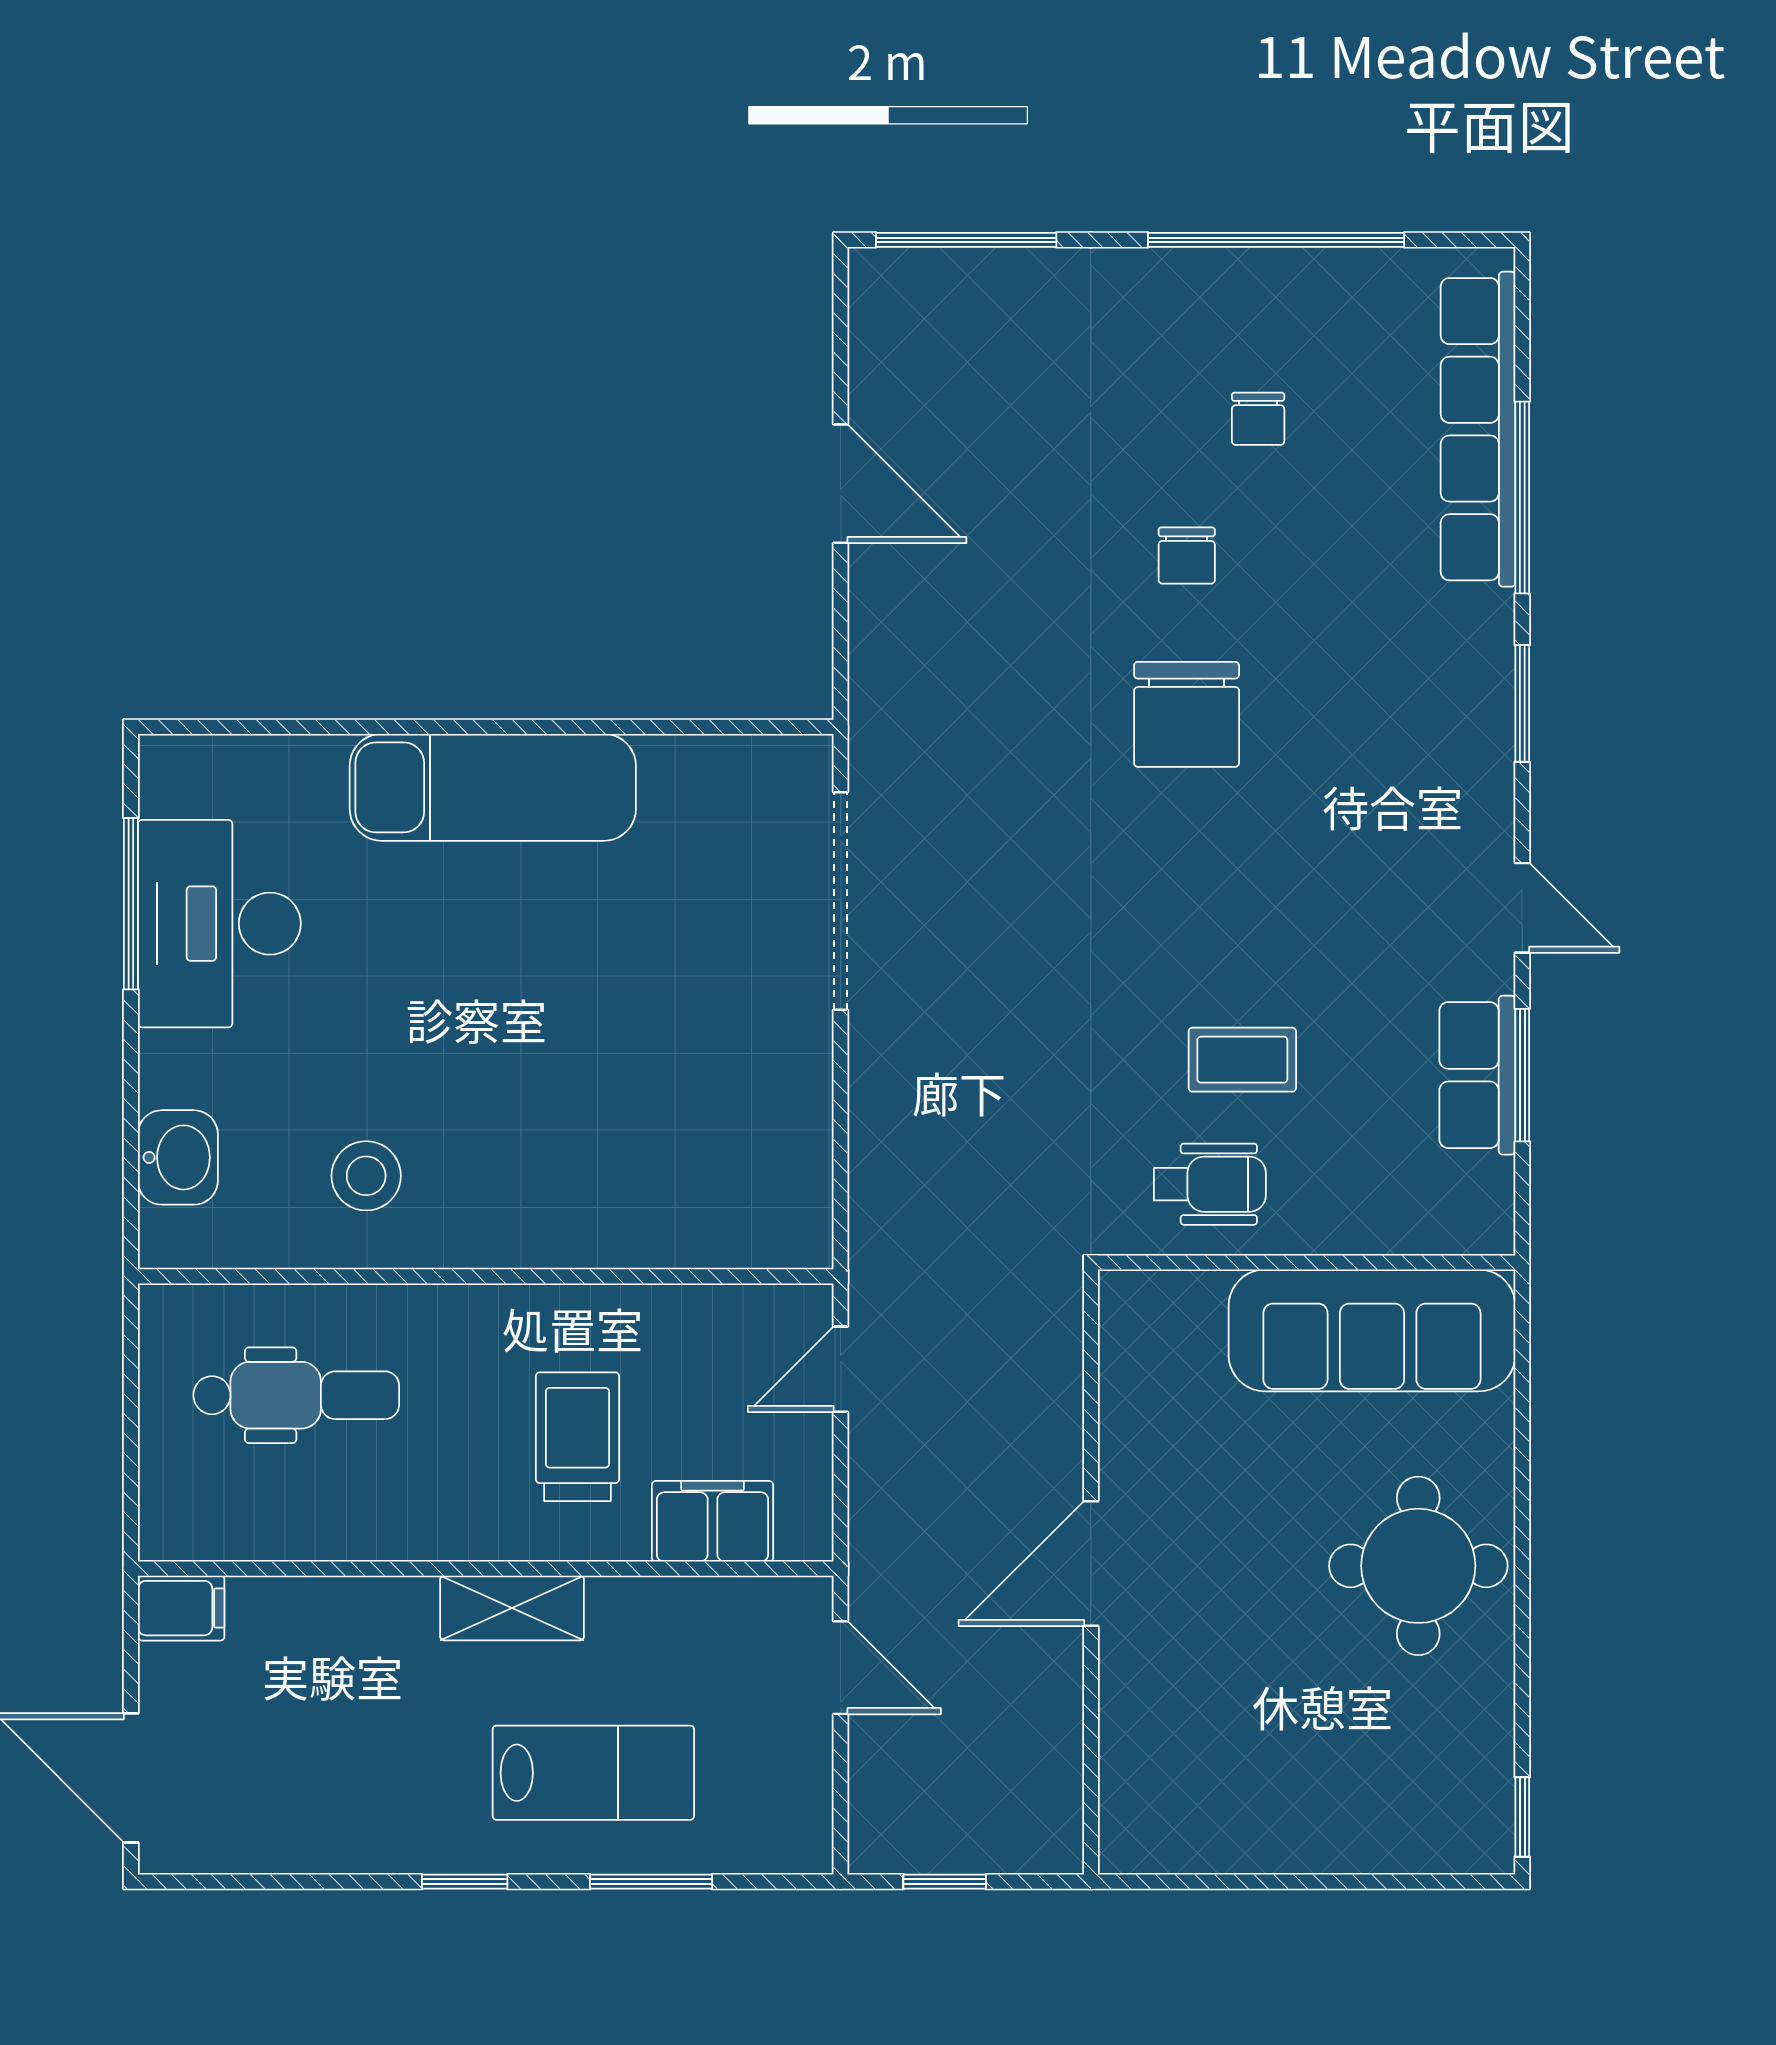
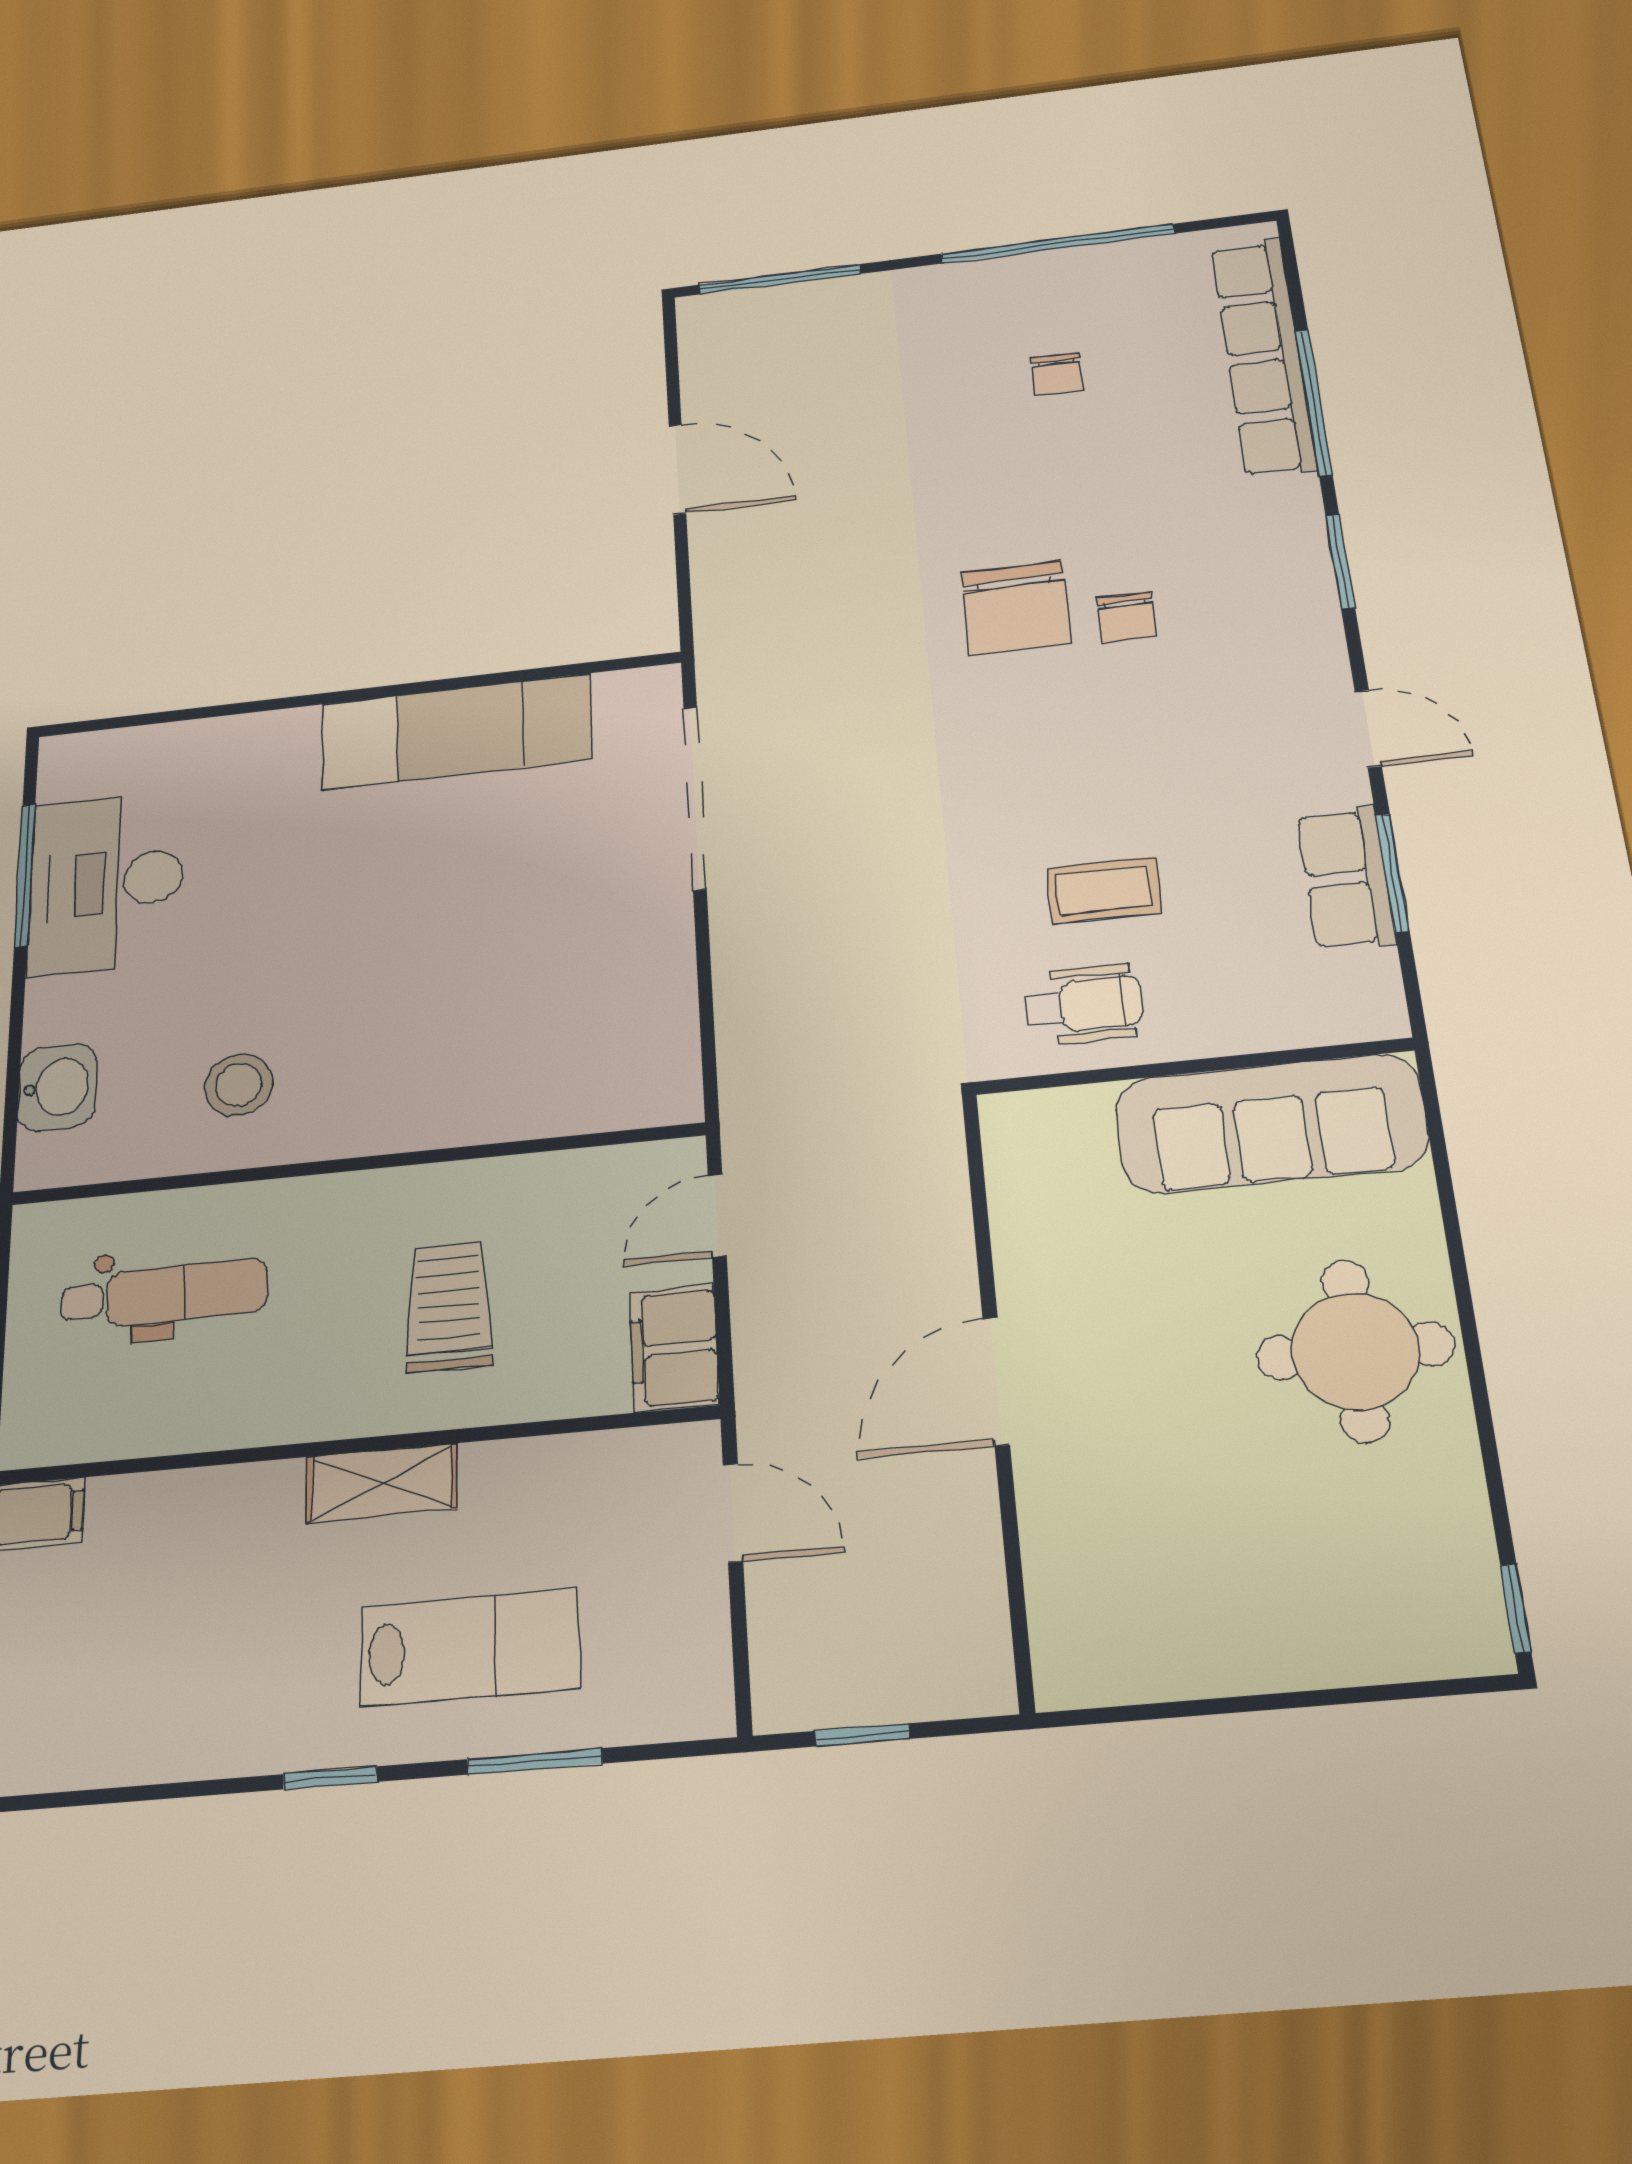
chair: (1187, 556) -> (1126, 617), moved
exam couch: (493, 787) -> (456, 732), moved
filing cabinet: (712, 1521) -> (674, 1348), moved, turned -90

